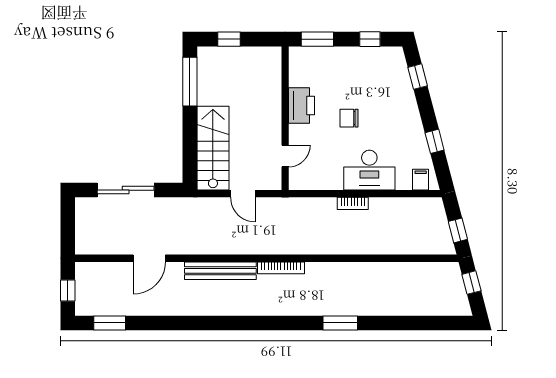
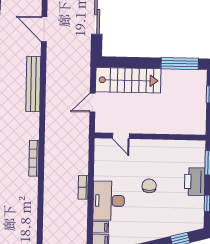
printer: (302, 105) -> (195, 182), moved, turned 90
filing cabinet: (404, 180) -> (100, 227), added
bookcase: (281, 268) -> (34, 158), moved

